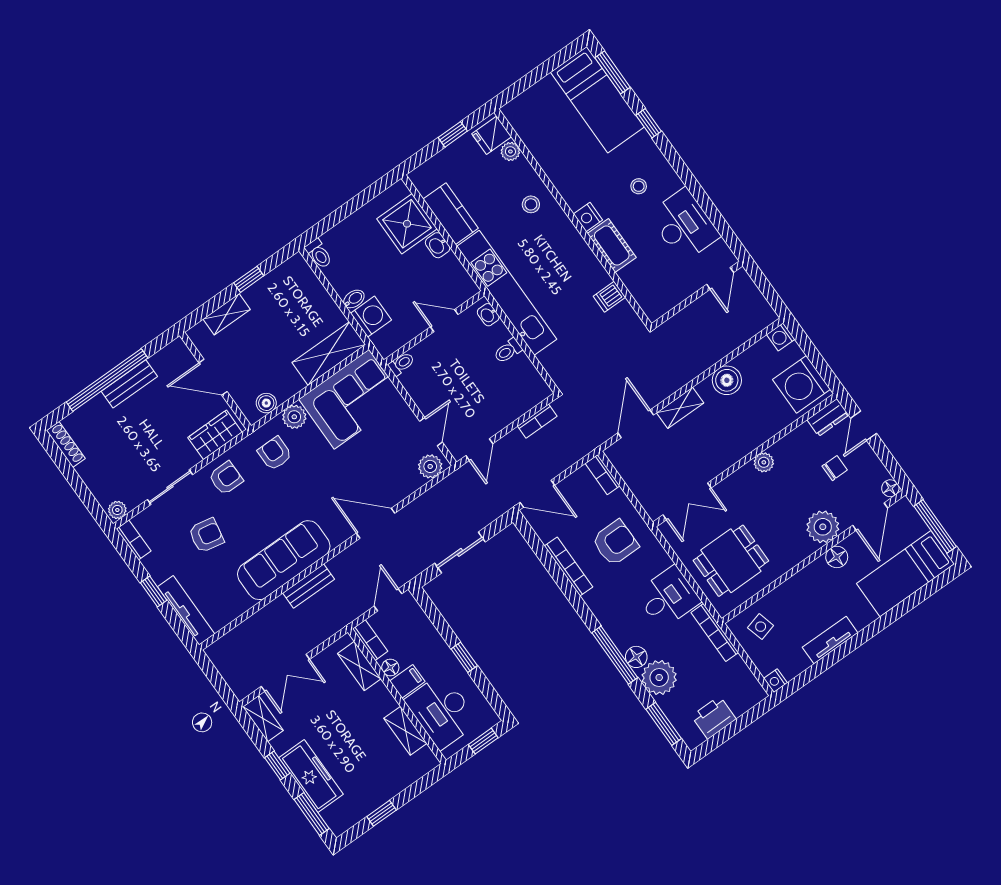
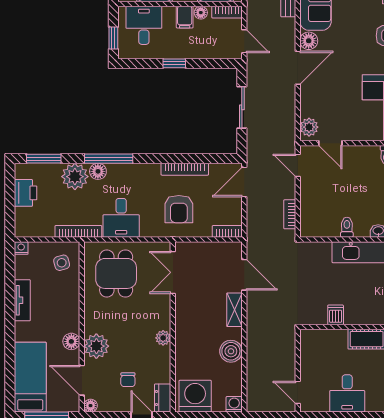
desk: (684, 225) -> (347, 393), width x0.73
floor lamp: (339, 532) -> (309, 41), added
desk: (442, 711) -> (144, 25), width x0.73

